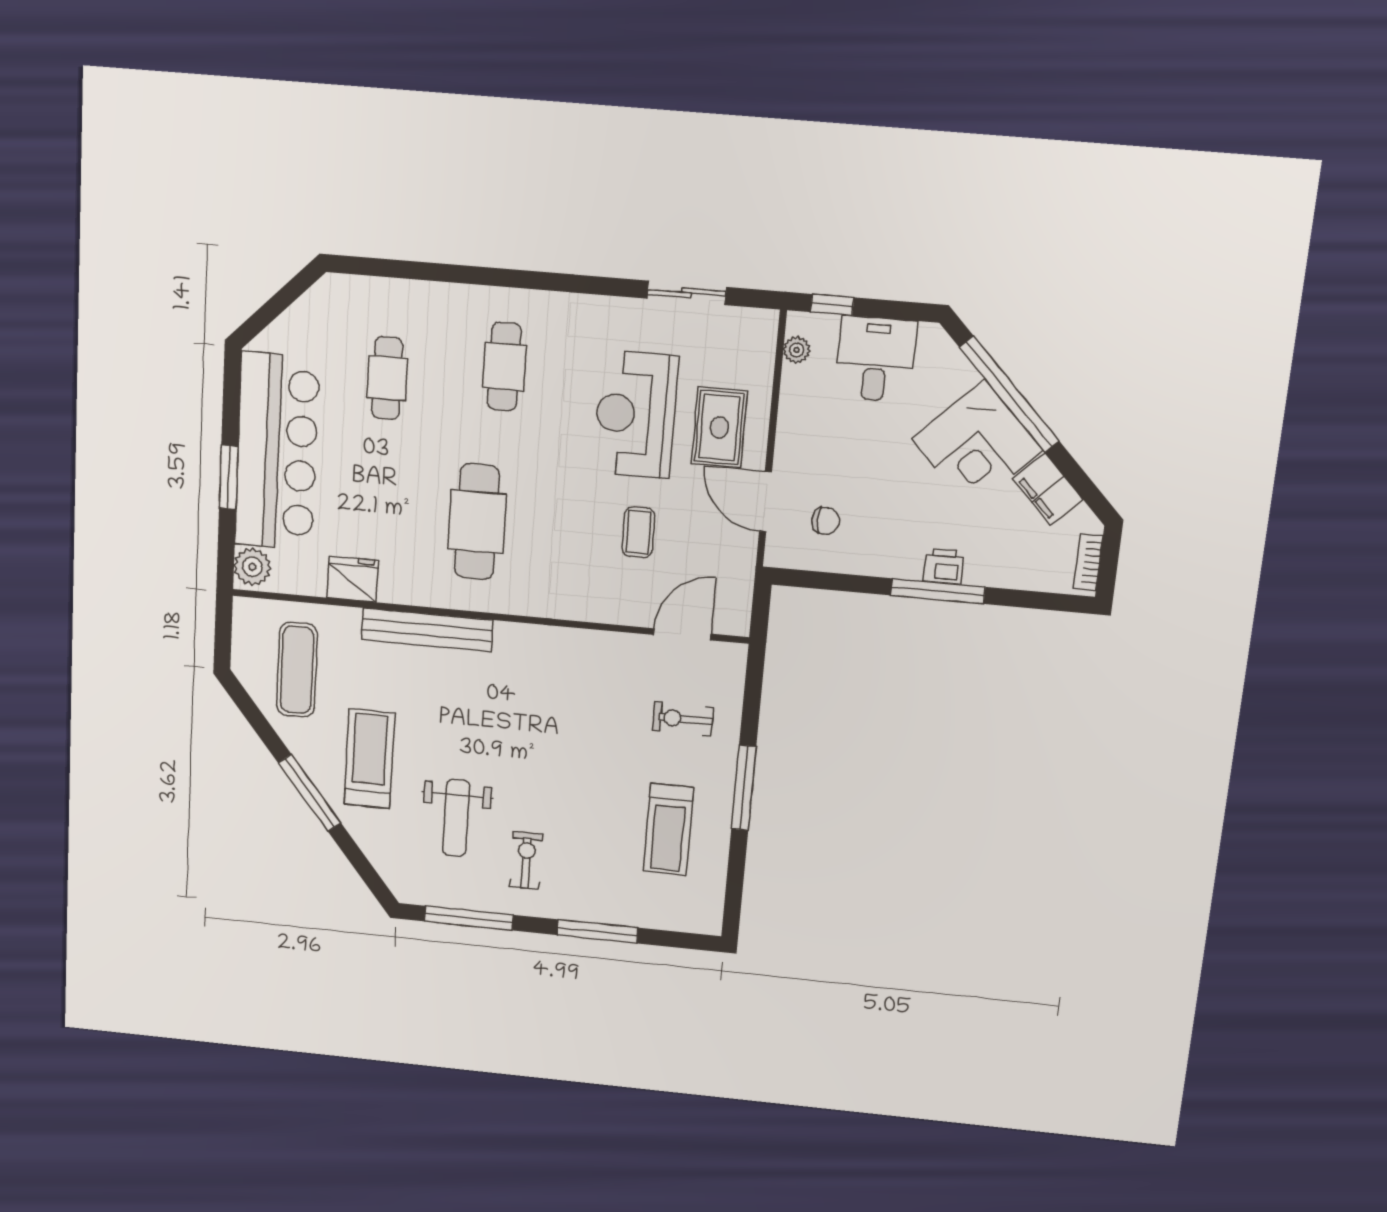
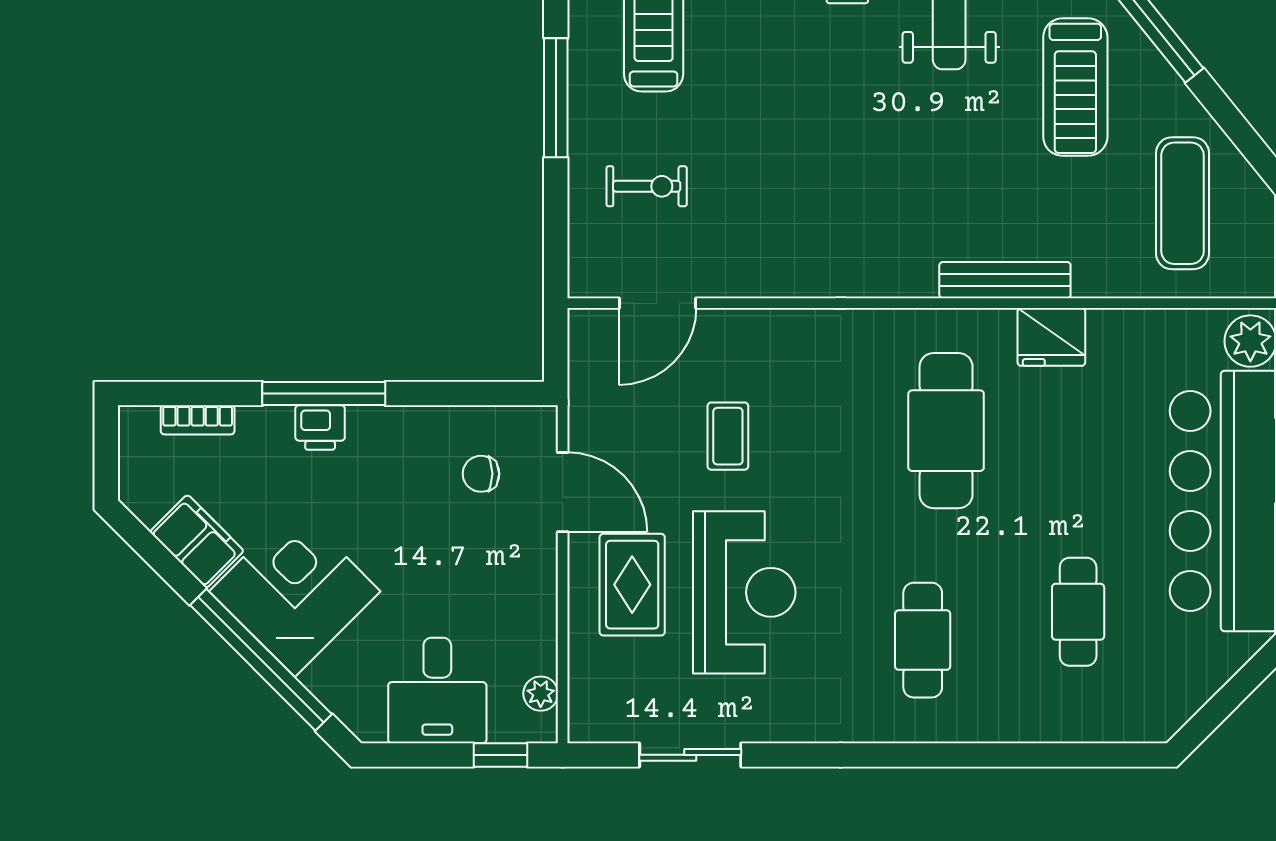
bookcase: (1088, 562) -> (198, 420), moved, turned 90
fridge: (353, 579) -> (1051, 337), moved
bench: (427, 630) -> (1005, 280), width x0.73, depth x0.82

